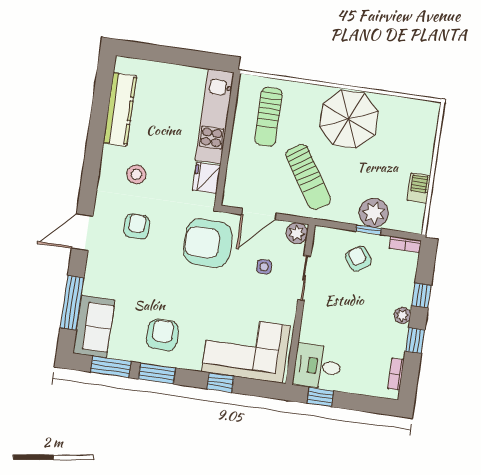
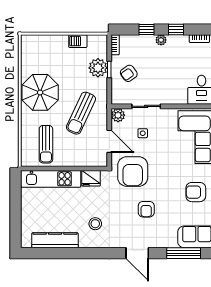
sun lounger: (268, 117) -> (46, 144), turned 90
sun lounger: (308, 177) -> (81, 113), turned 148
armchair: (137, 226) -> (146, 209), moved, turned -90

